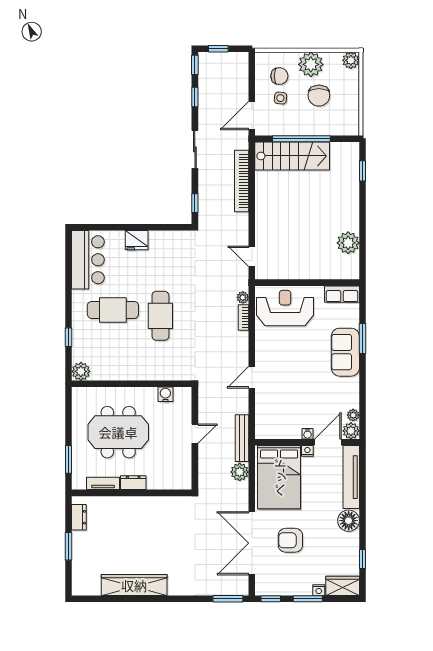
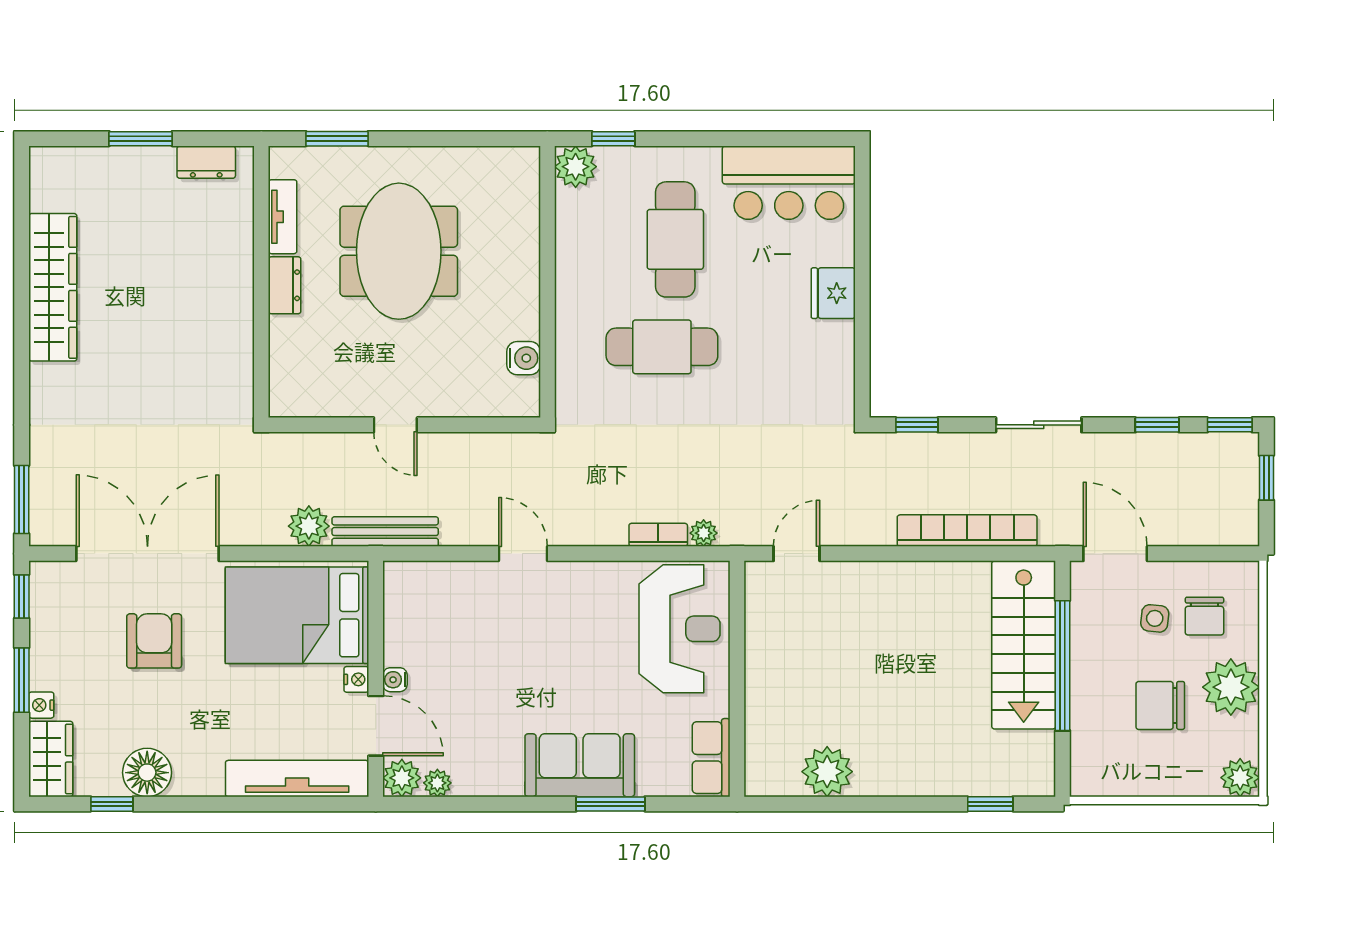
plant: (81, 371) -> (576, 167), moved
wall: (132, 384) -> (547, 282), moved
water cooler: (165, 394) -> (524, 358), moved
floor lamp: (349, 521) -> (147, 773), moved

